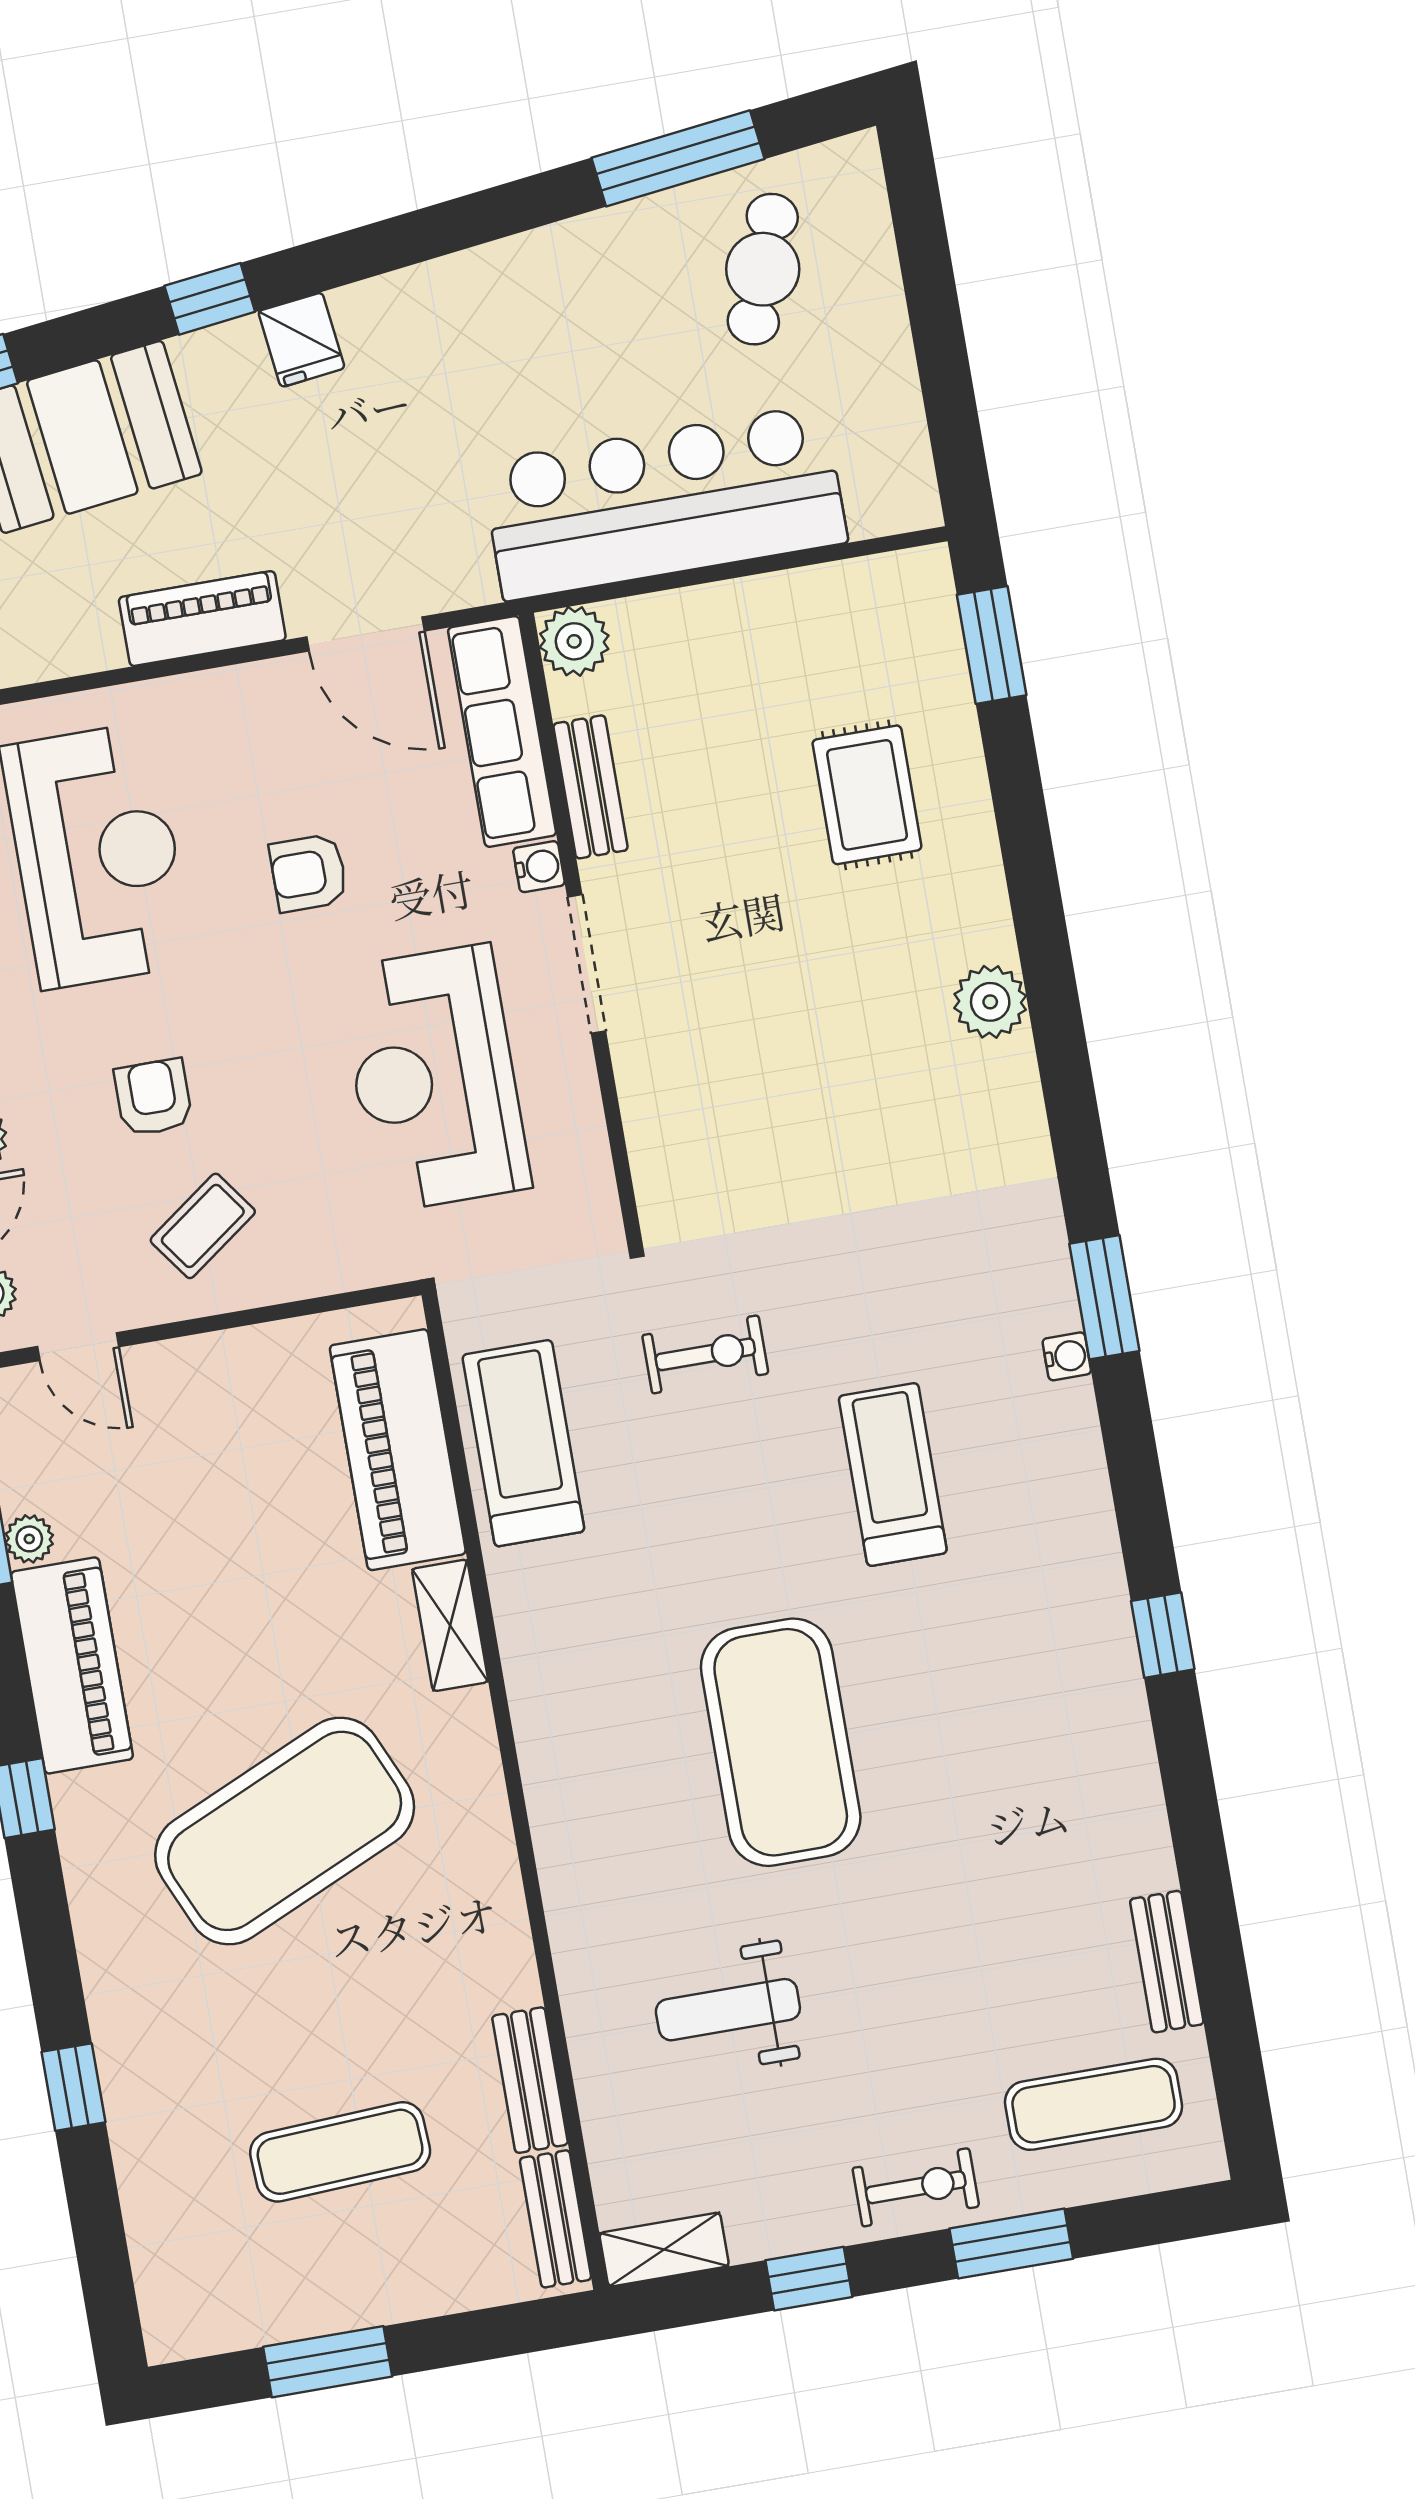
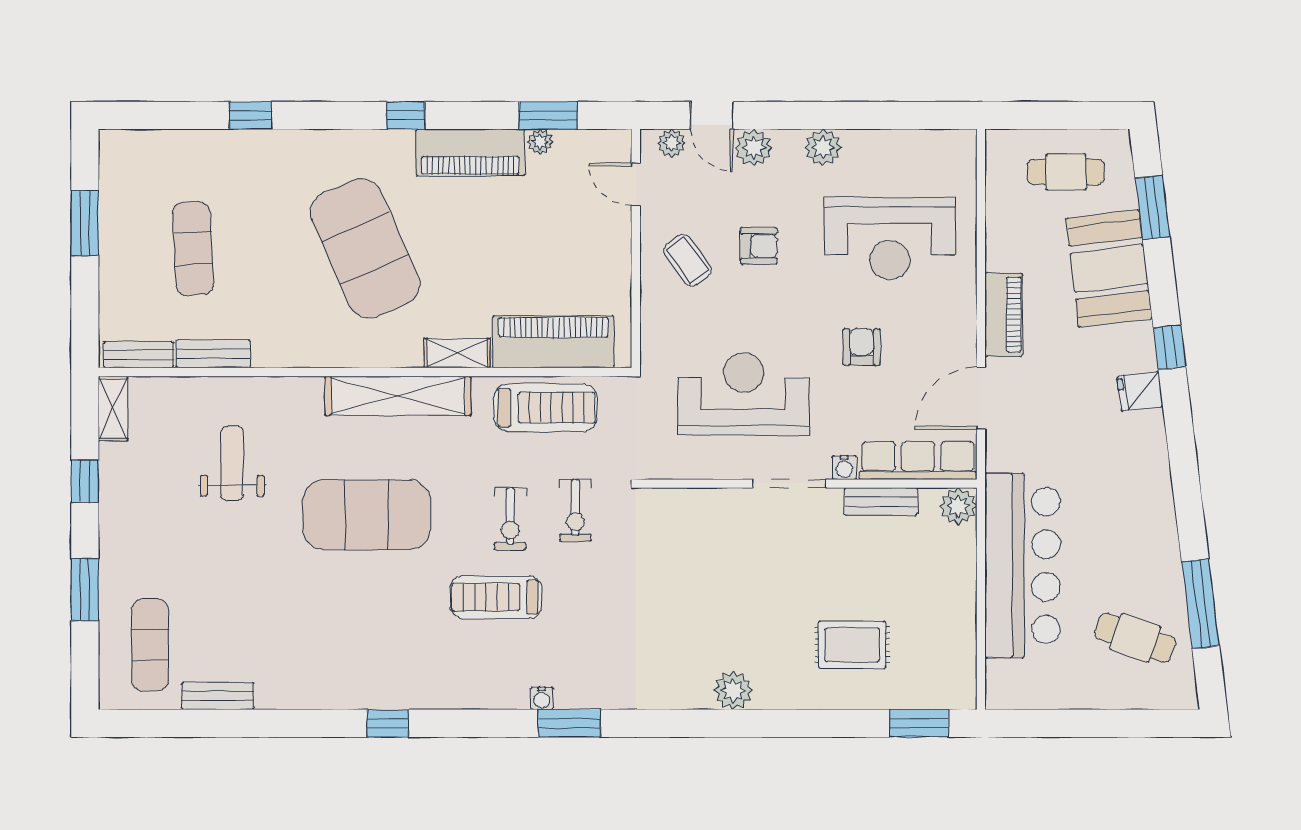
door: (78, 1347) -> (636, 184), hinge flipped
treadmill: (893, 1474) -> (496, 597), turned 180
shelving: (549, 1722) -> (398, 396), added
exercise bike: (916, 2187) -> (510, 519), moved

